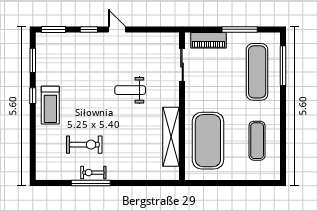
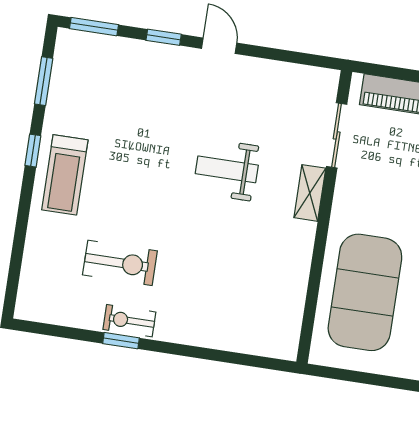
shelving: (171, 137) -> (310, 193), moved, width x0.45, depth x0.75
window: (91, 183) -> (121, 341), width x0.46

